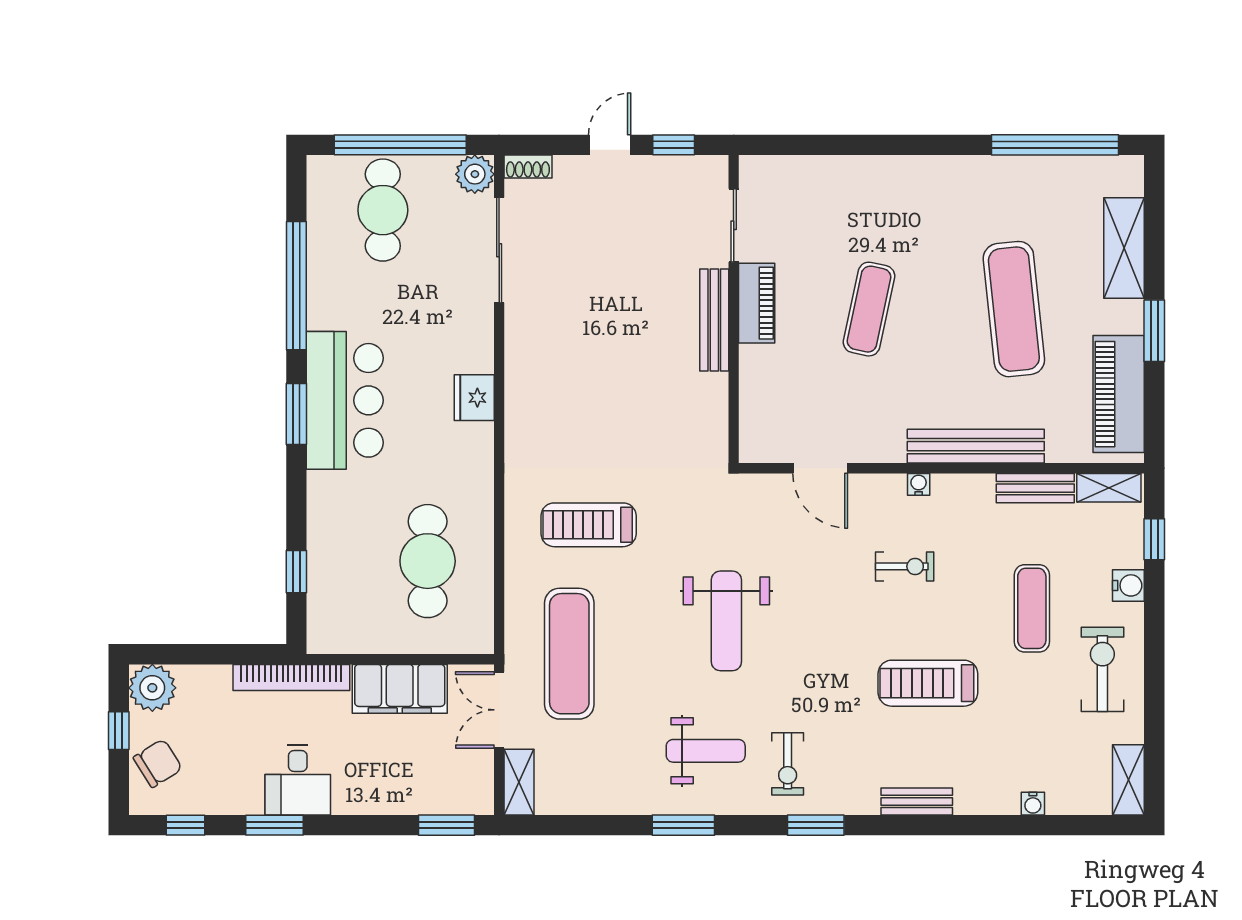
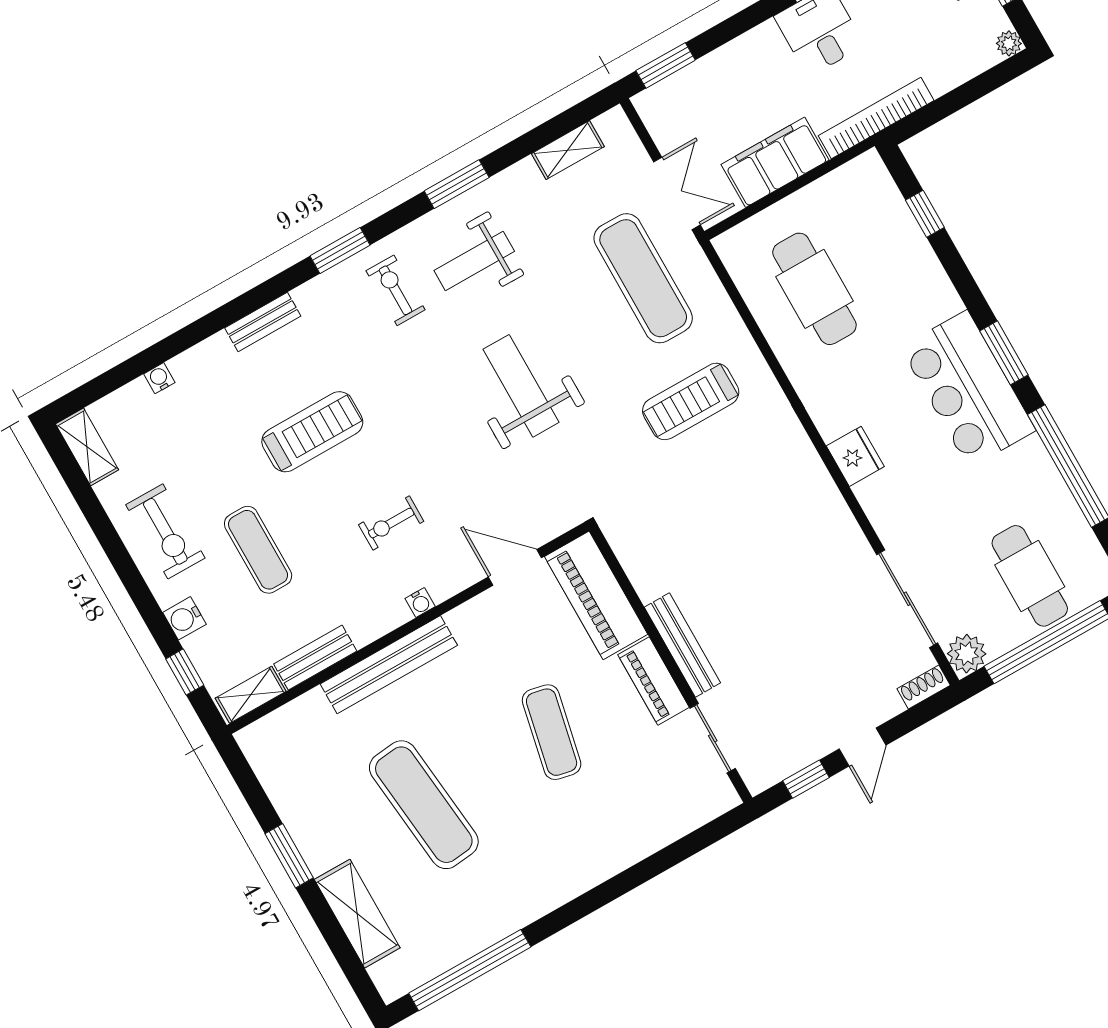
piano: (1119, 394) -> (596, 595), moved, turned 180
treadmill: (589, 525) -> (691, 401), turned 180
plant: (152, 688) -> (1009, 43), width x0.53, depth x0.53
shelving: (519, 782) -> (568, 150), moved, turned 90

